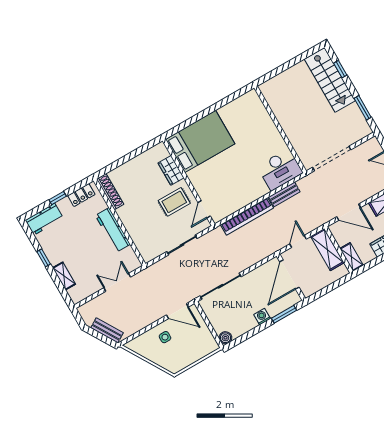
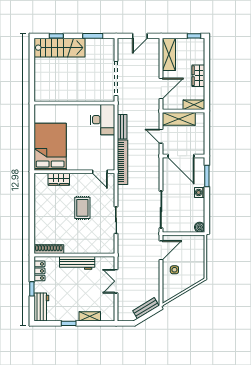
bed: (200, 141) -> (50, 147), moved
wardrobe: (171, 170) -> (59, 179), moved
wall: (189, 182) -> (74, 172), moved
door: (204, 209) -> (100, 172), moved

